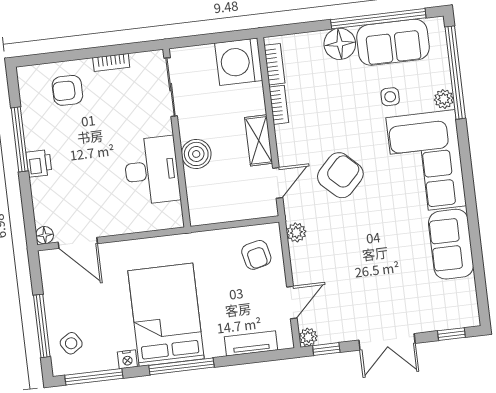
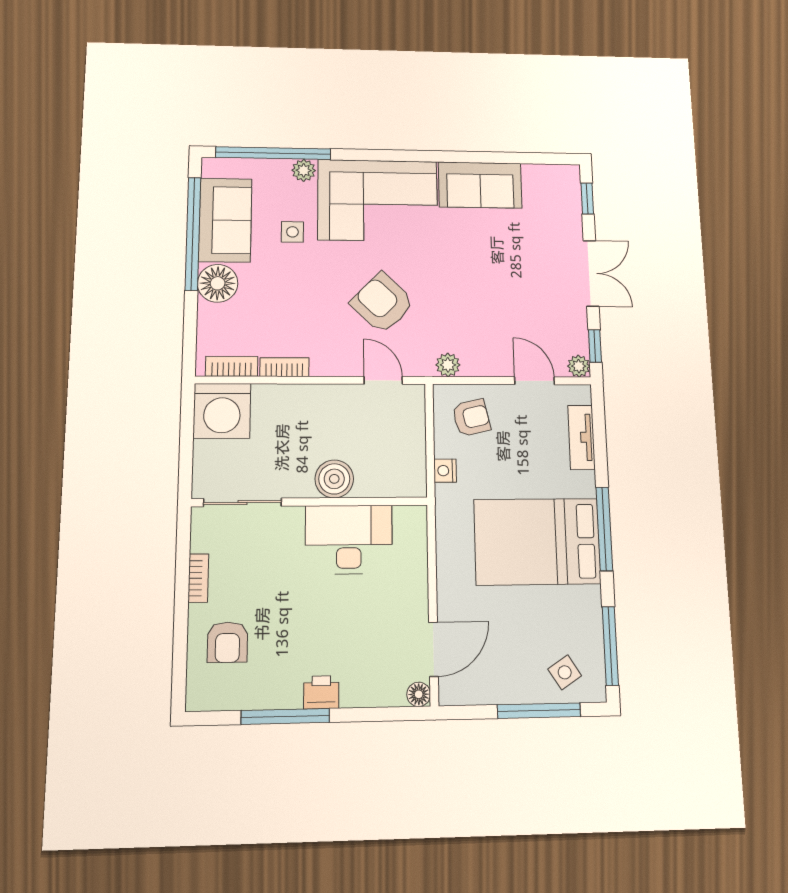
shelving: (259, 140) -> (327, 398), removed
nightstand: (127, 359) -> (445, 471), moved, turned 180

